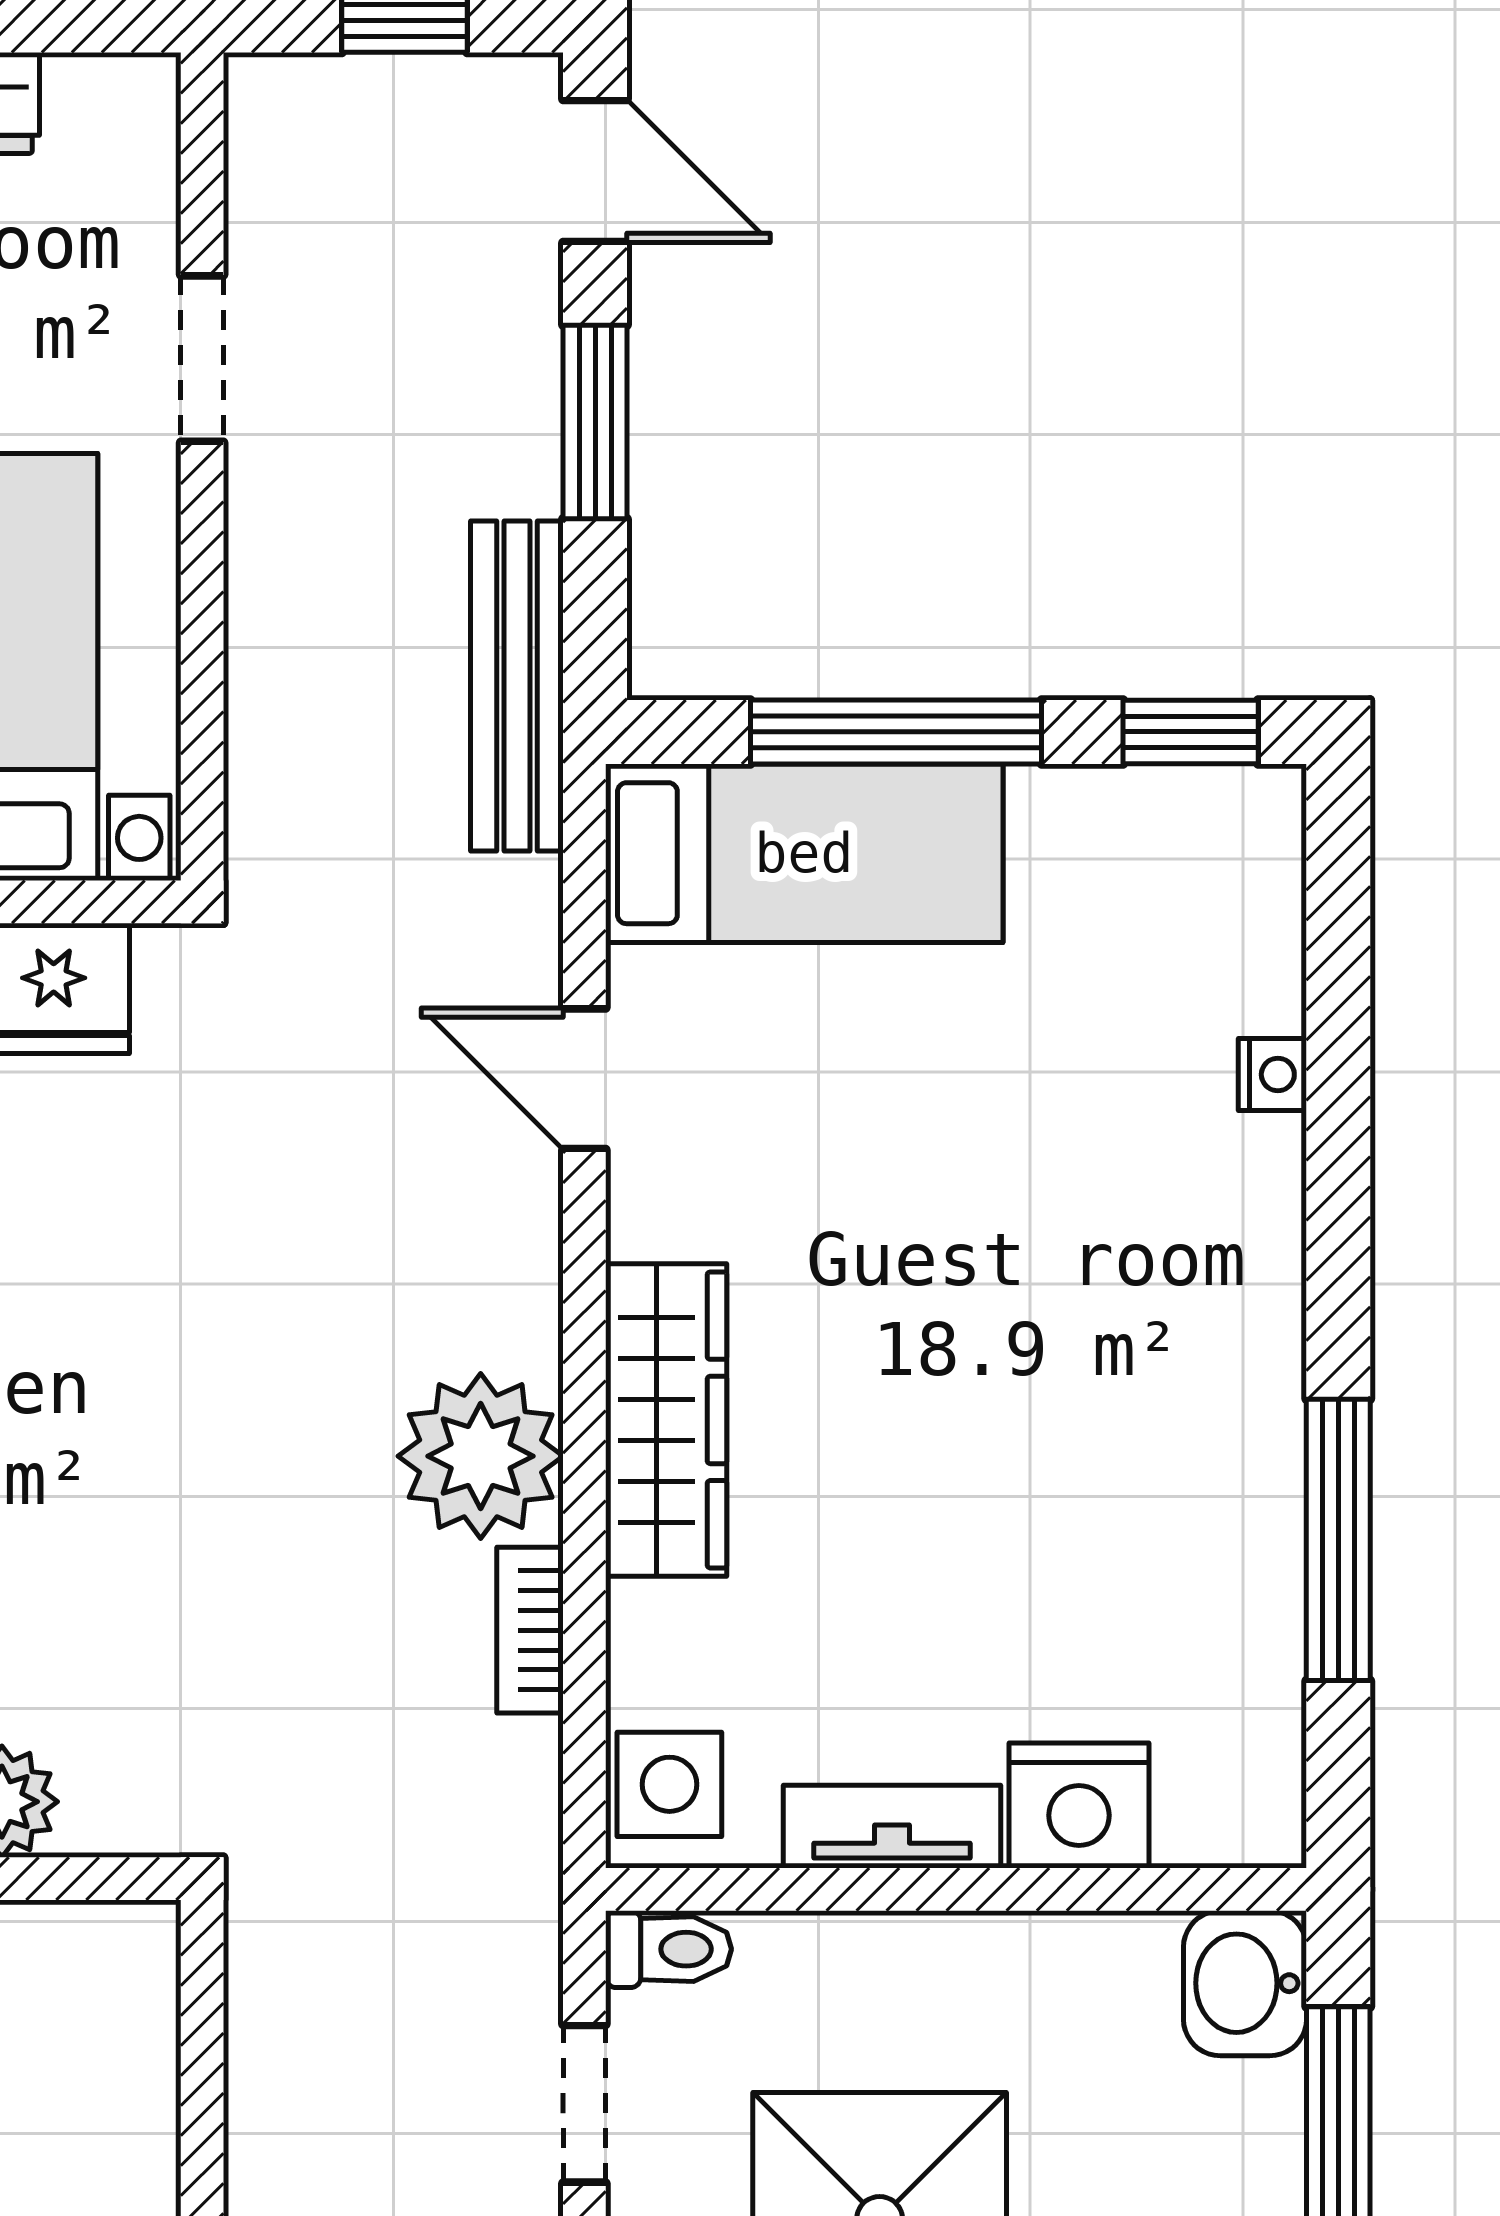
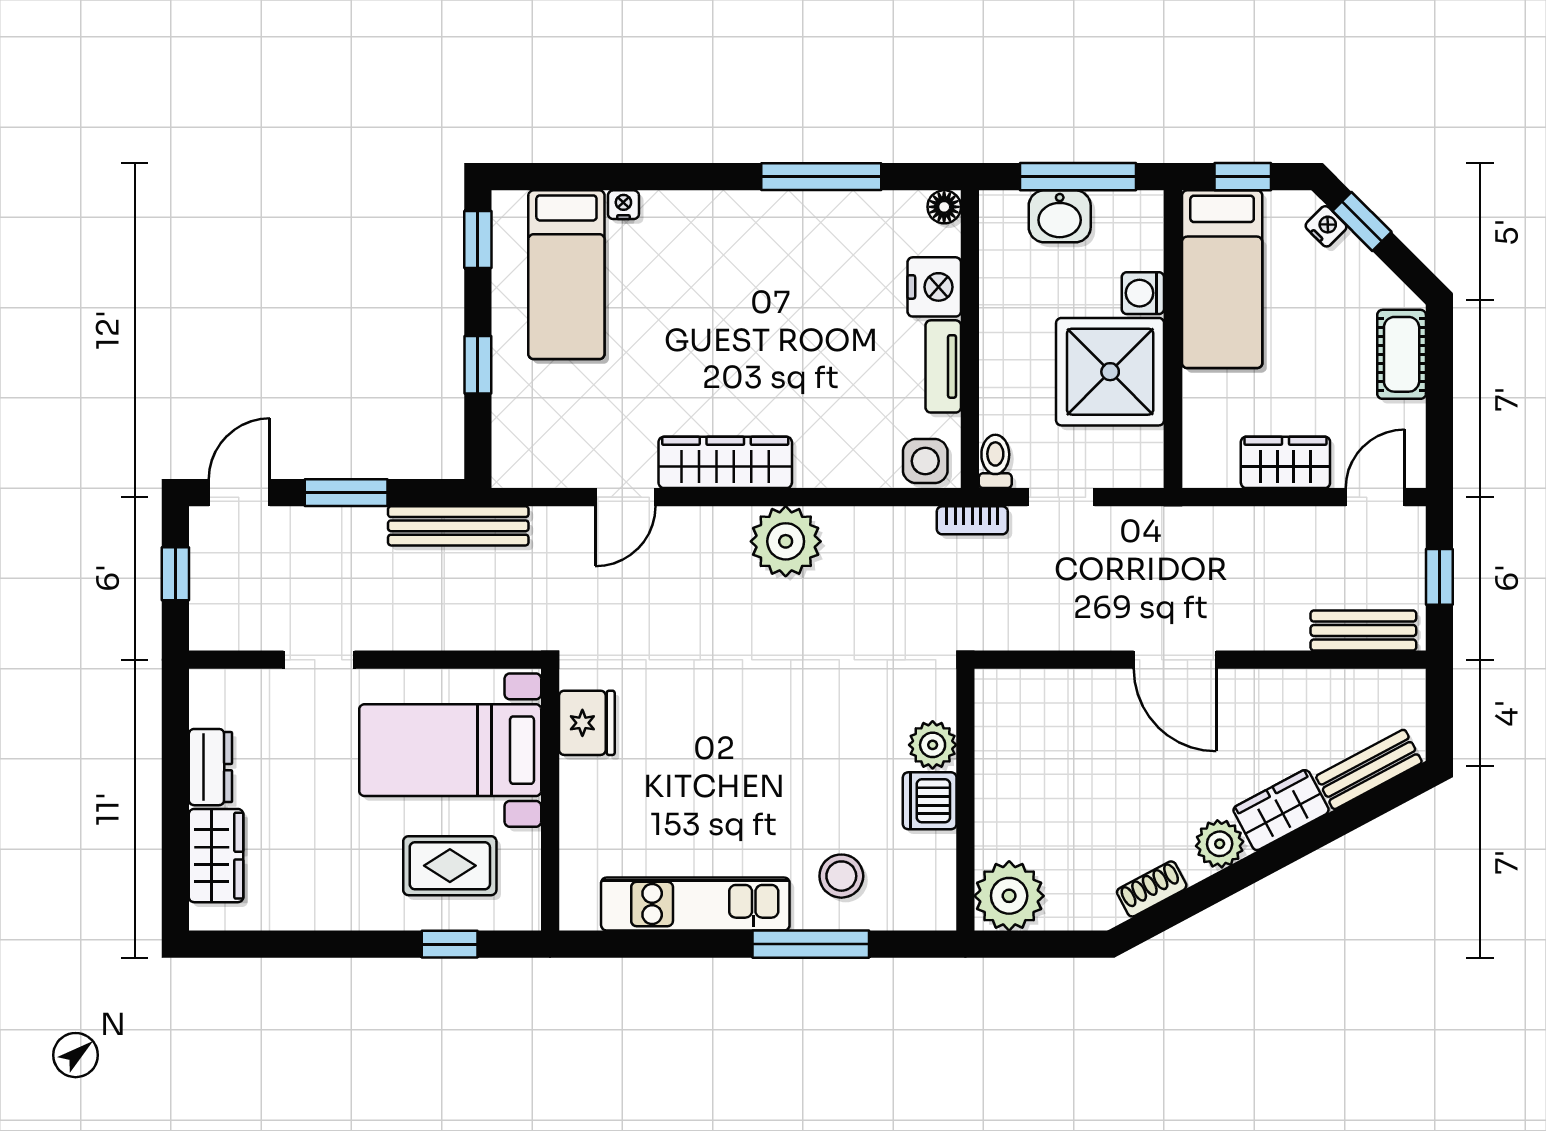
window: (896, 732) -> (478, 365), width x0.46
bed: (804, 853) -> (566, 275), moved, turned 180
wardrobe: (666, 1420) -> (725, 462), moved
bookcase: (530, 1630) -> (972, 520), moved
floor lamp: (1267, 1829) -> (944, 207), added
washbasin: (1245, 1983) -> (1060, 216), moved

